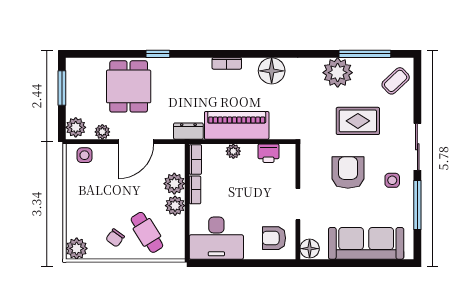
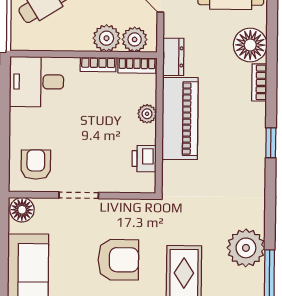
window: (158, 54) -> (271, 143), moved
bookcase: (227, 63) -> (259, 82), moved
floor lamp: (272, 71) -> (250, 45), moved
plant: (175, 206) -> (135, 39), moved
desk: (216, 238) -> (37, 82), width x0.73

